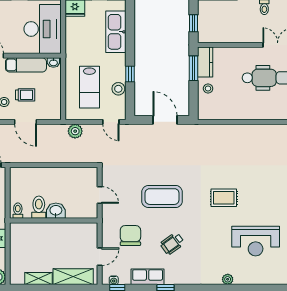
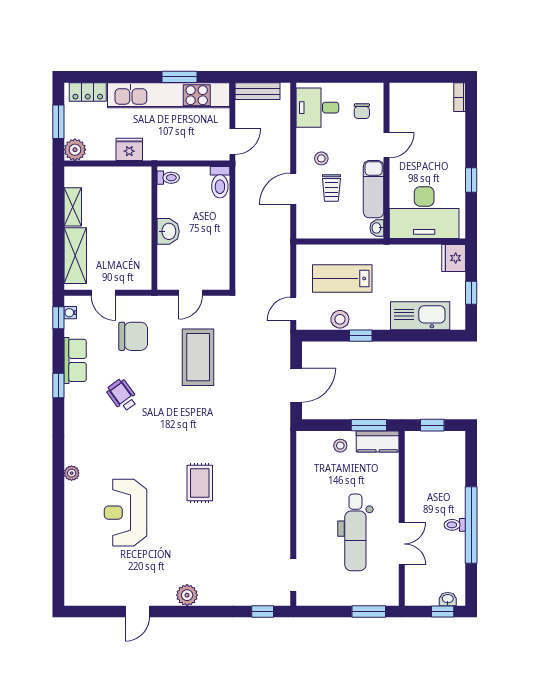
plant: (75, 131) -> (280, 259), removed
coffee table: (162, 197) -> (198, 357), moved
rug: (224, 198) -> (200, 483), moved
toilet: (39, 207) -> (220, 182), moved, turned 90

